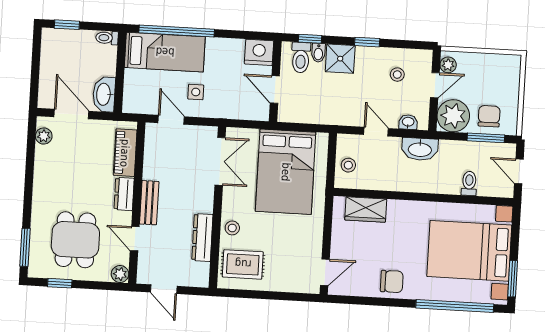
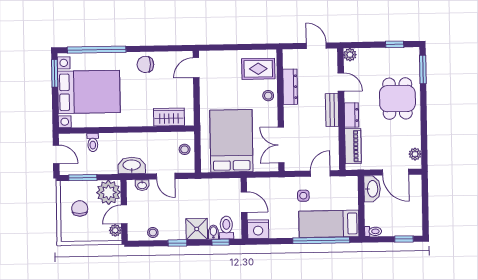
stool: (397, 75) -> (153, 233), moved
chair: (489, 116) -> (80, 208), moved, turned 180
door: (171, 120) -> (320, 173), swing flipped
dining table: (75, 240) -> (397, 99), moved

